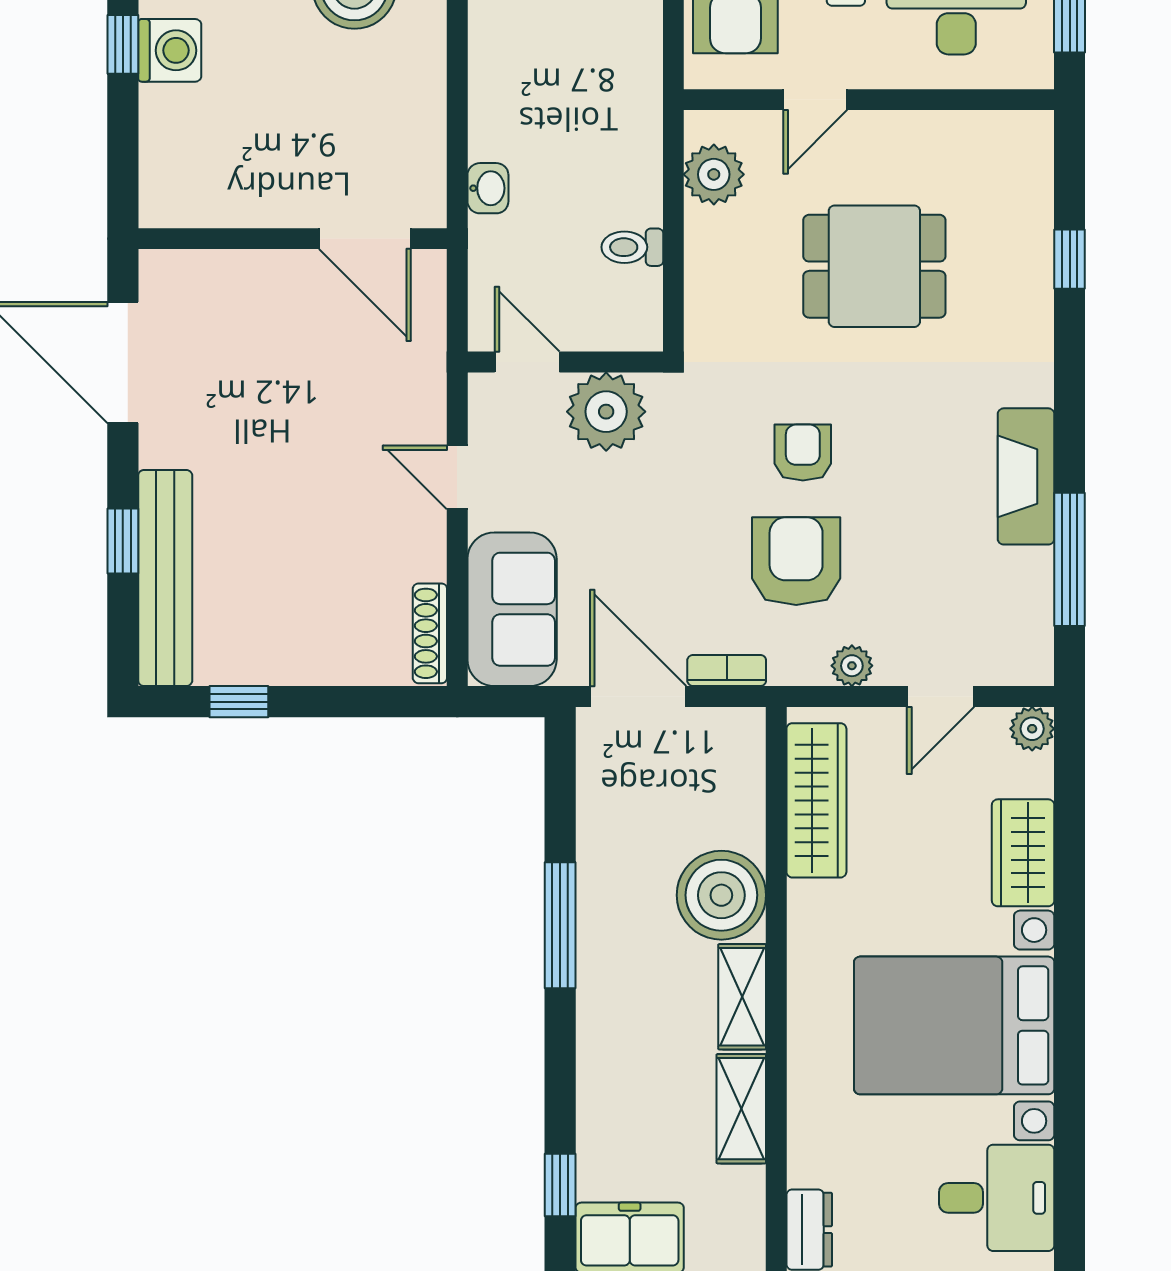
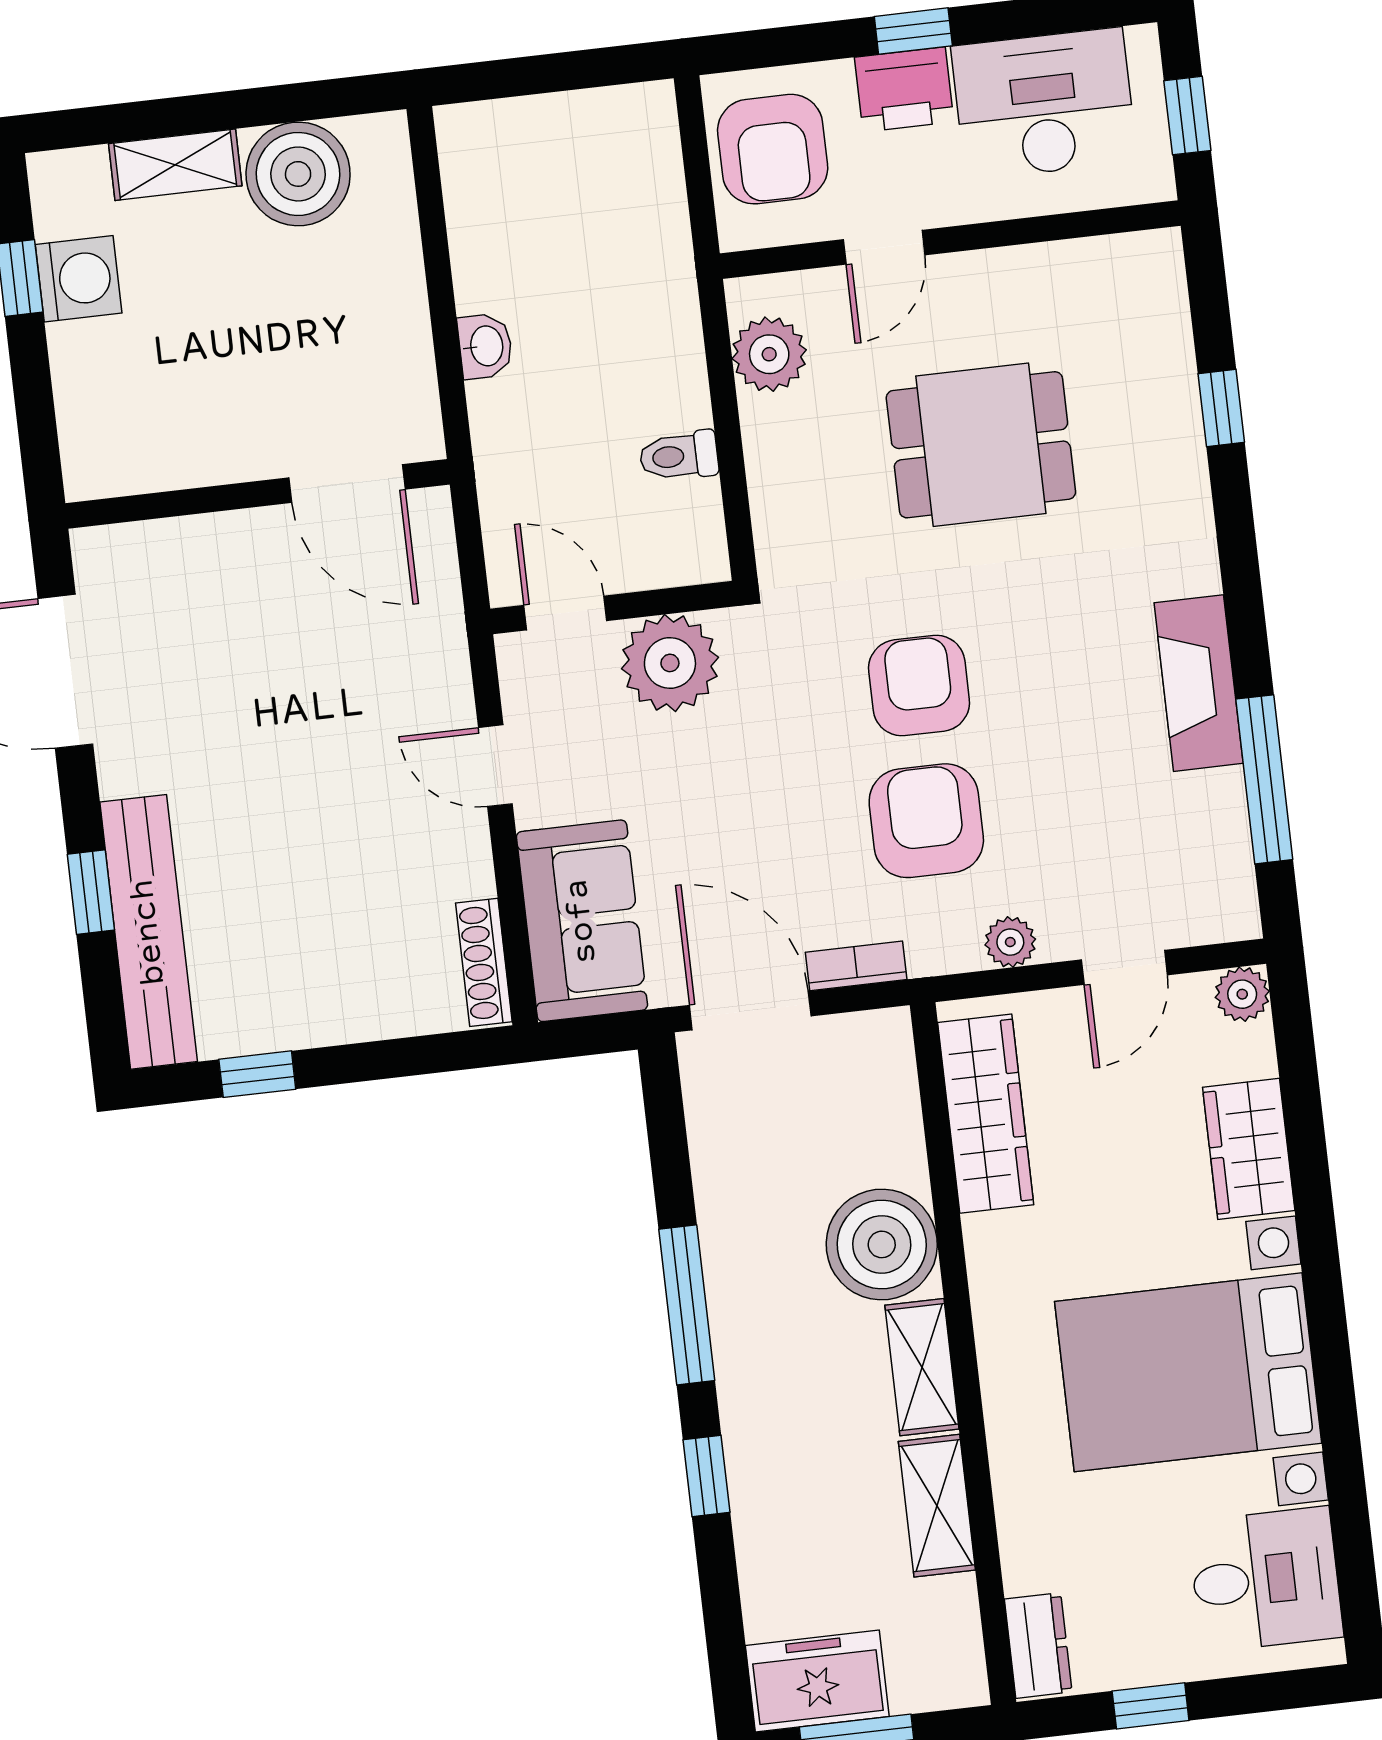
washbasin: (488, 188) -> (485, 346), moved
armchair: (803, 453) -> (919, 686), width x1.38, depth x1.38
window: (560, 1185) -> (706, 1476), moved

